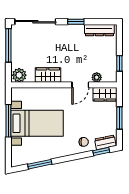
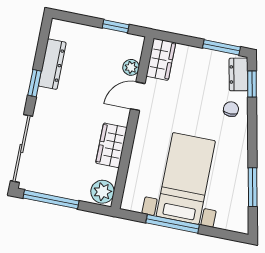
dresser: (99, 30) -> (52, 64), moved
door: (80, 85) -> (138, 96), swing flipped
window: (119, 118) -> (221, 47), moved

